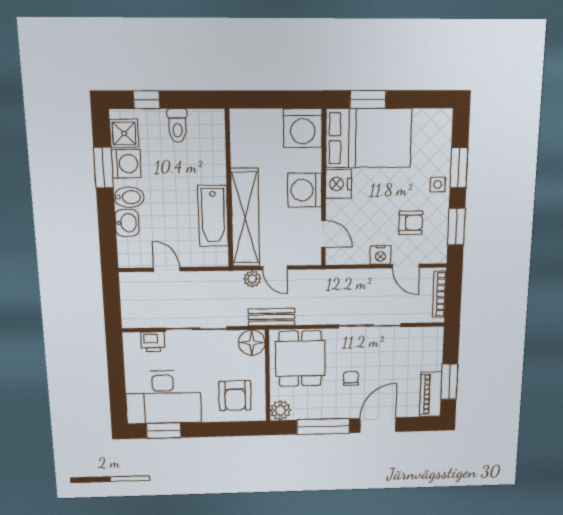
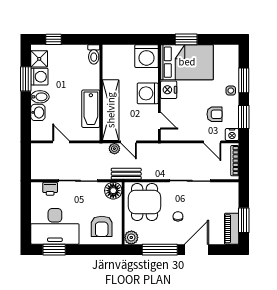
toilet: (177, 126) -> (94, 54), moved
nightstand: (380, 255) -> (232, 135), moved

